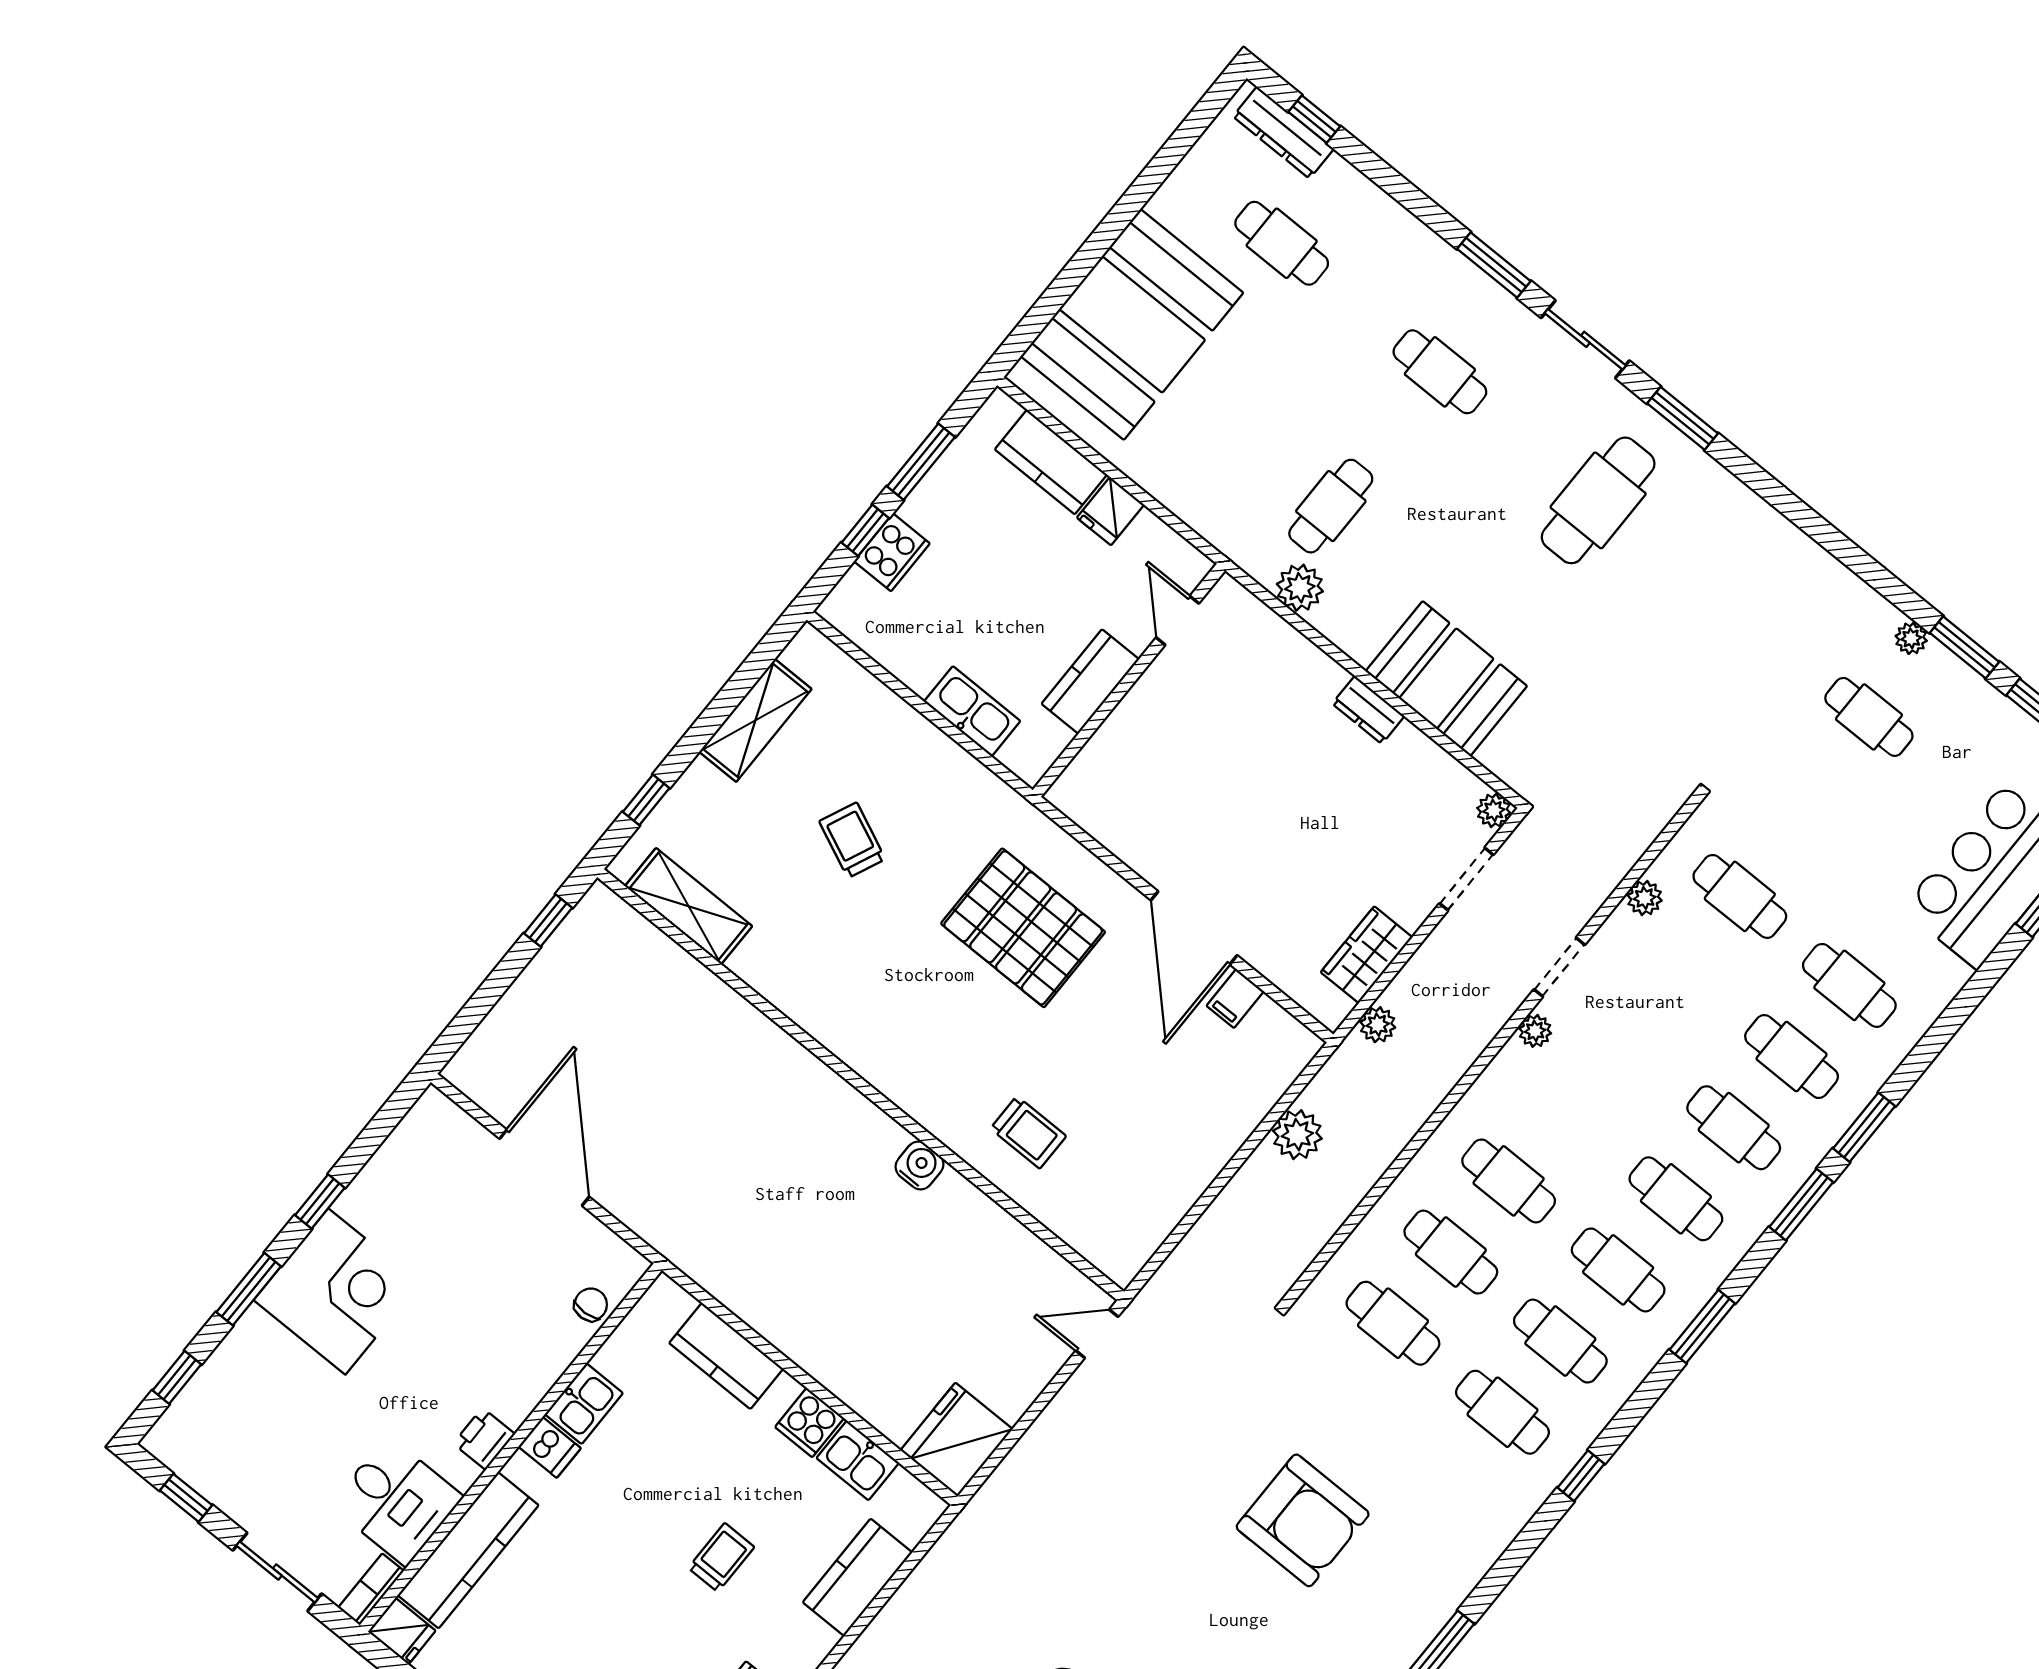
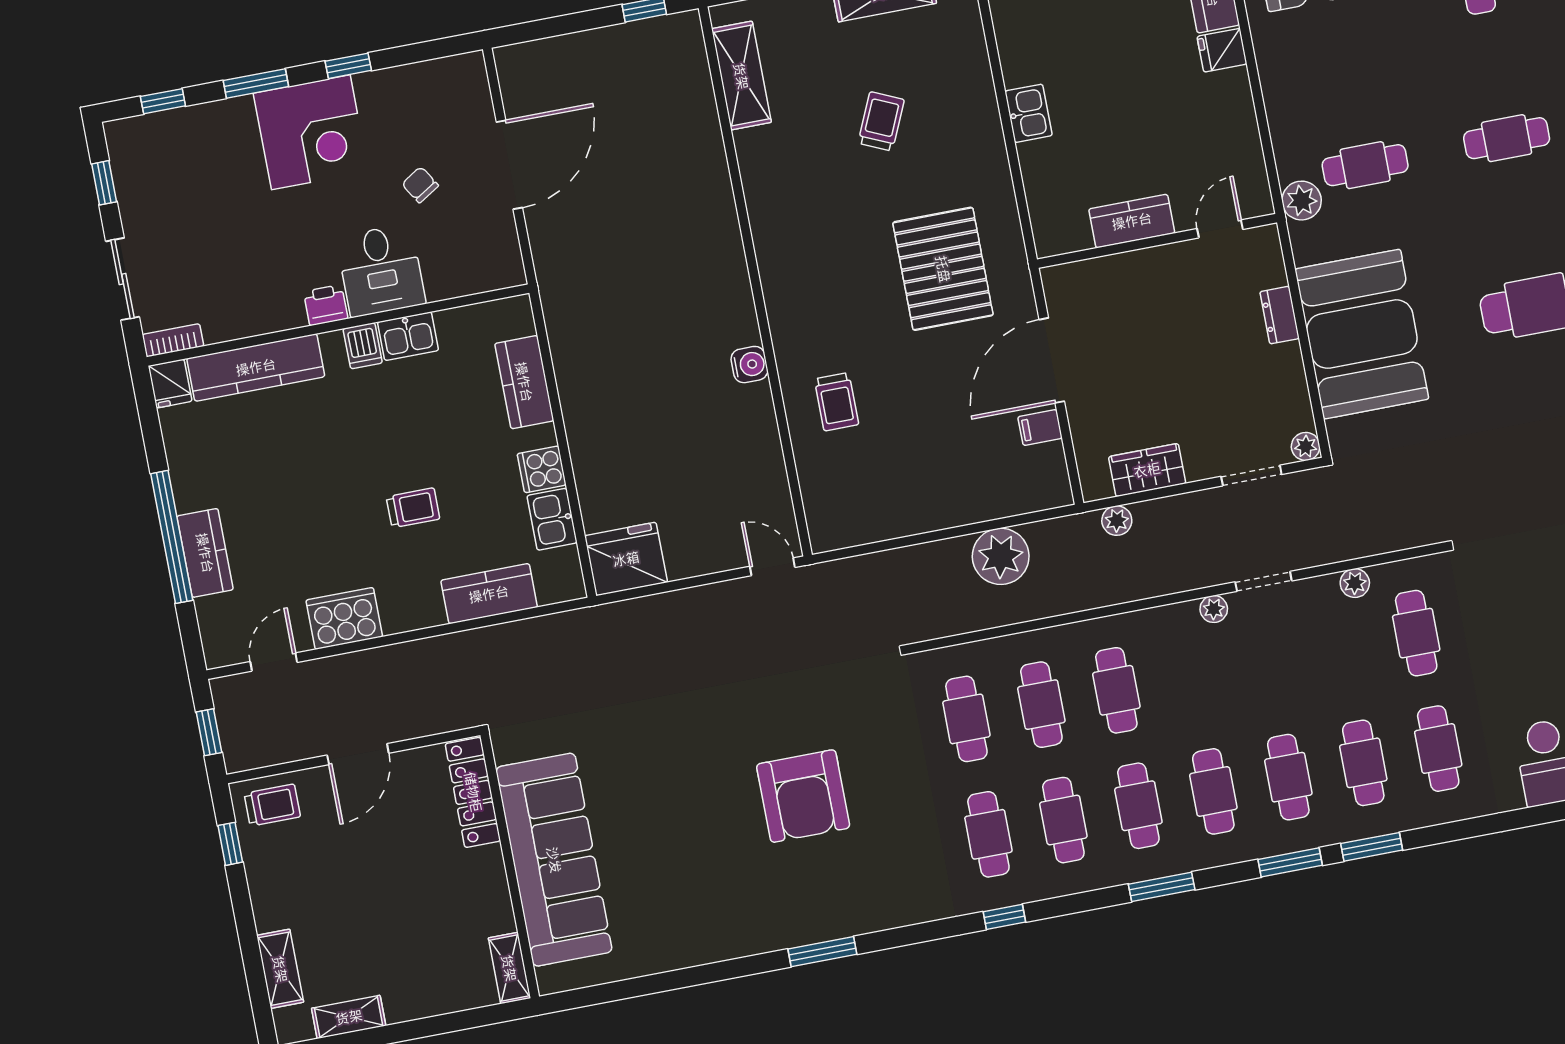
cafe table: (1440, 372) -> (1507, 138), turned 90
door: (1177, 621) -> (1220, 229), moved
booth: (1446, 679) -> (1362, 334), width x1.36, depth x1.42
wall: (1129, 680) -> (1157, 241), moved
kitchen counter: (1090, 682) -> (1132, 221), moved
kitchen sink: (972, 711) -> (1028, 113), width x0.73
plant: (1297, 1135) -> (1001, 556), width x1.36, depth x1.36
chair: (591, 1305) -> (420, 185), moved, turned -119
desk: (397, 1501) -> (381, 270), moved

